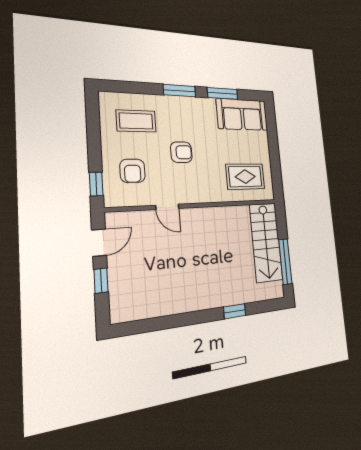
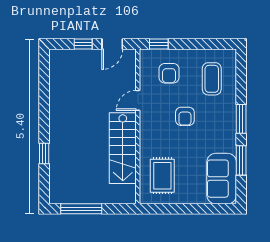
armchair: (133, 171) -> (169, 73), turned -90
stairs: (266, 242) -> (123, 148), moved, turned -90
door: (99, 243) -> (112, 44), hinge flipped

